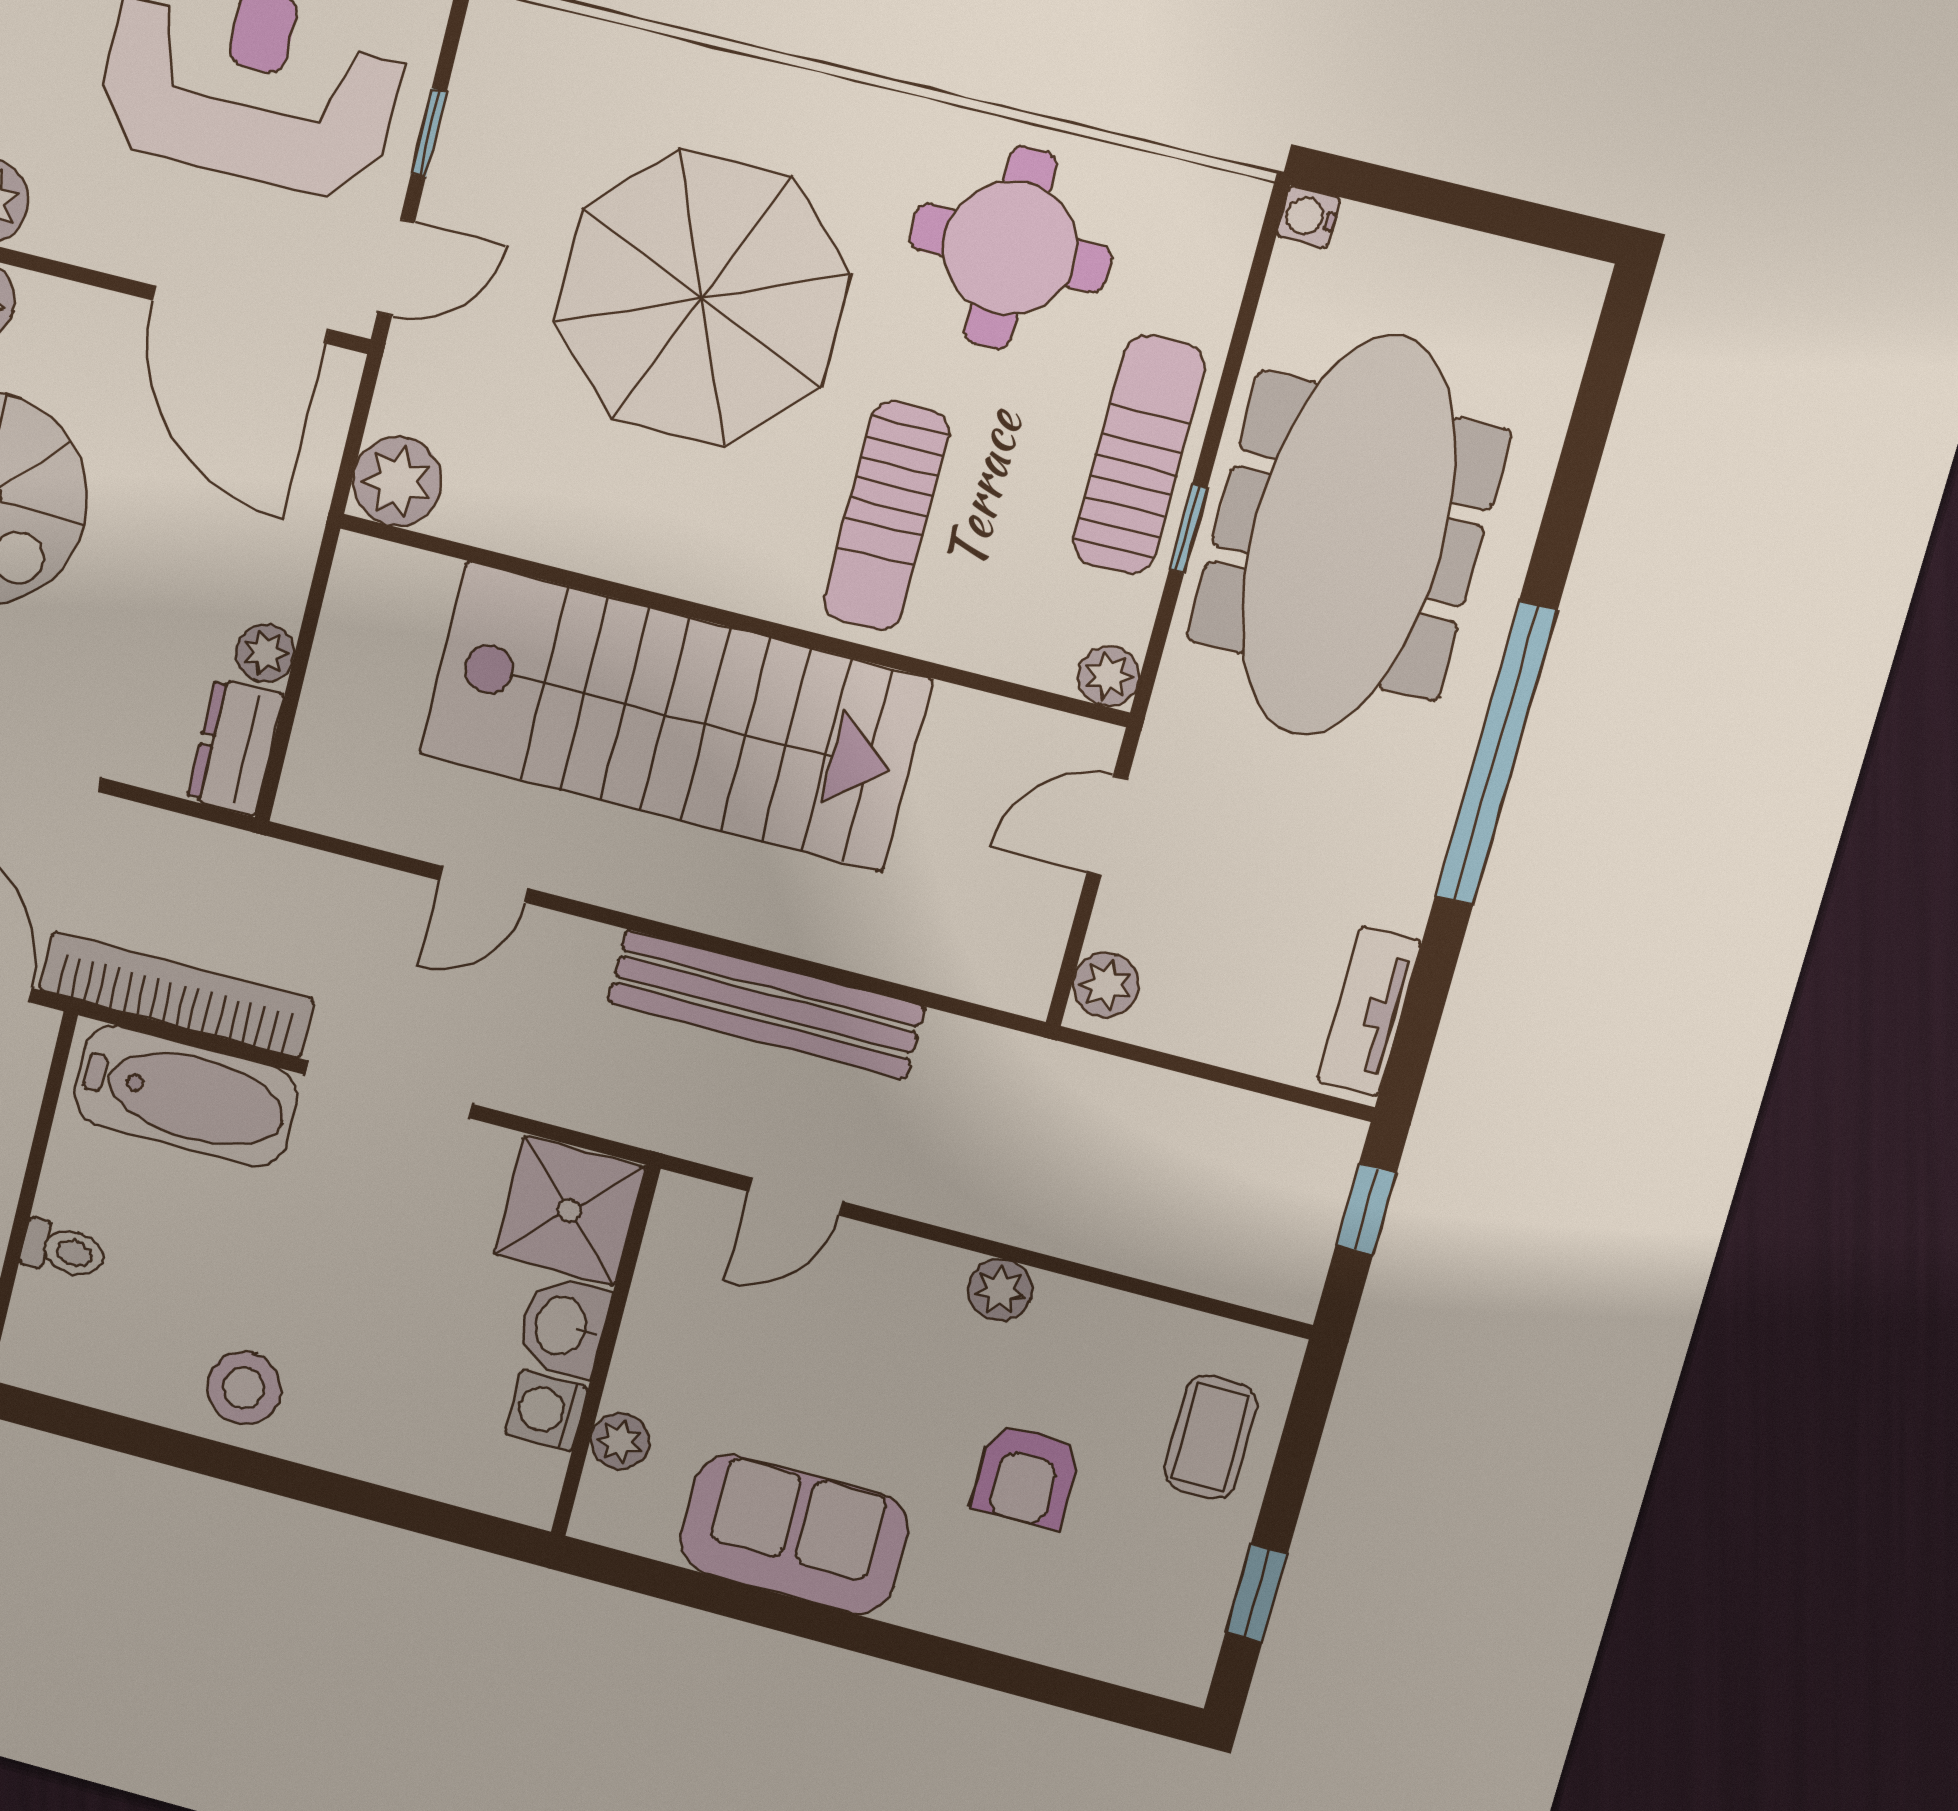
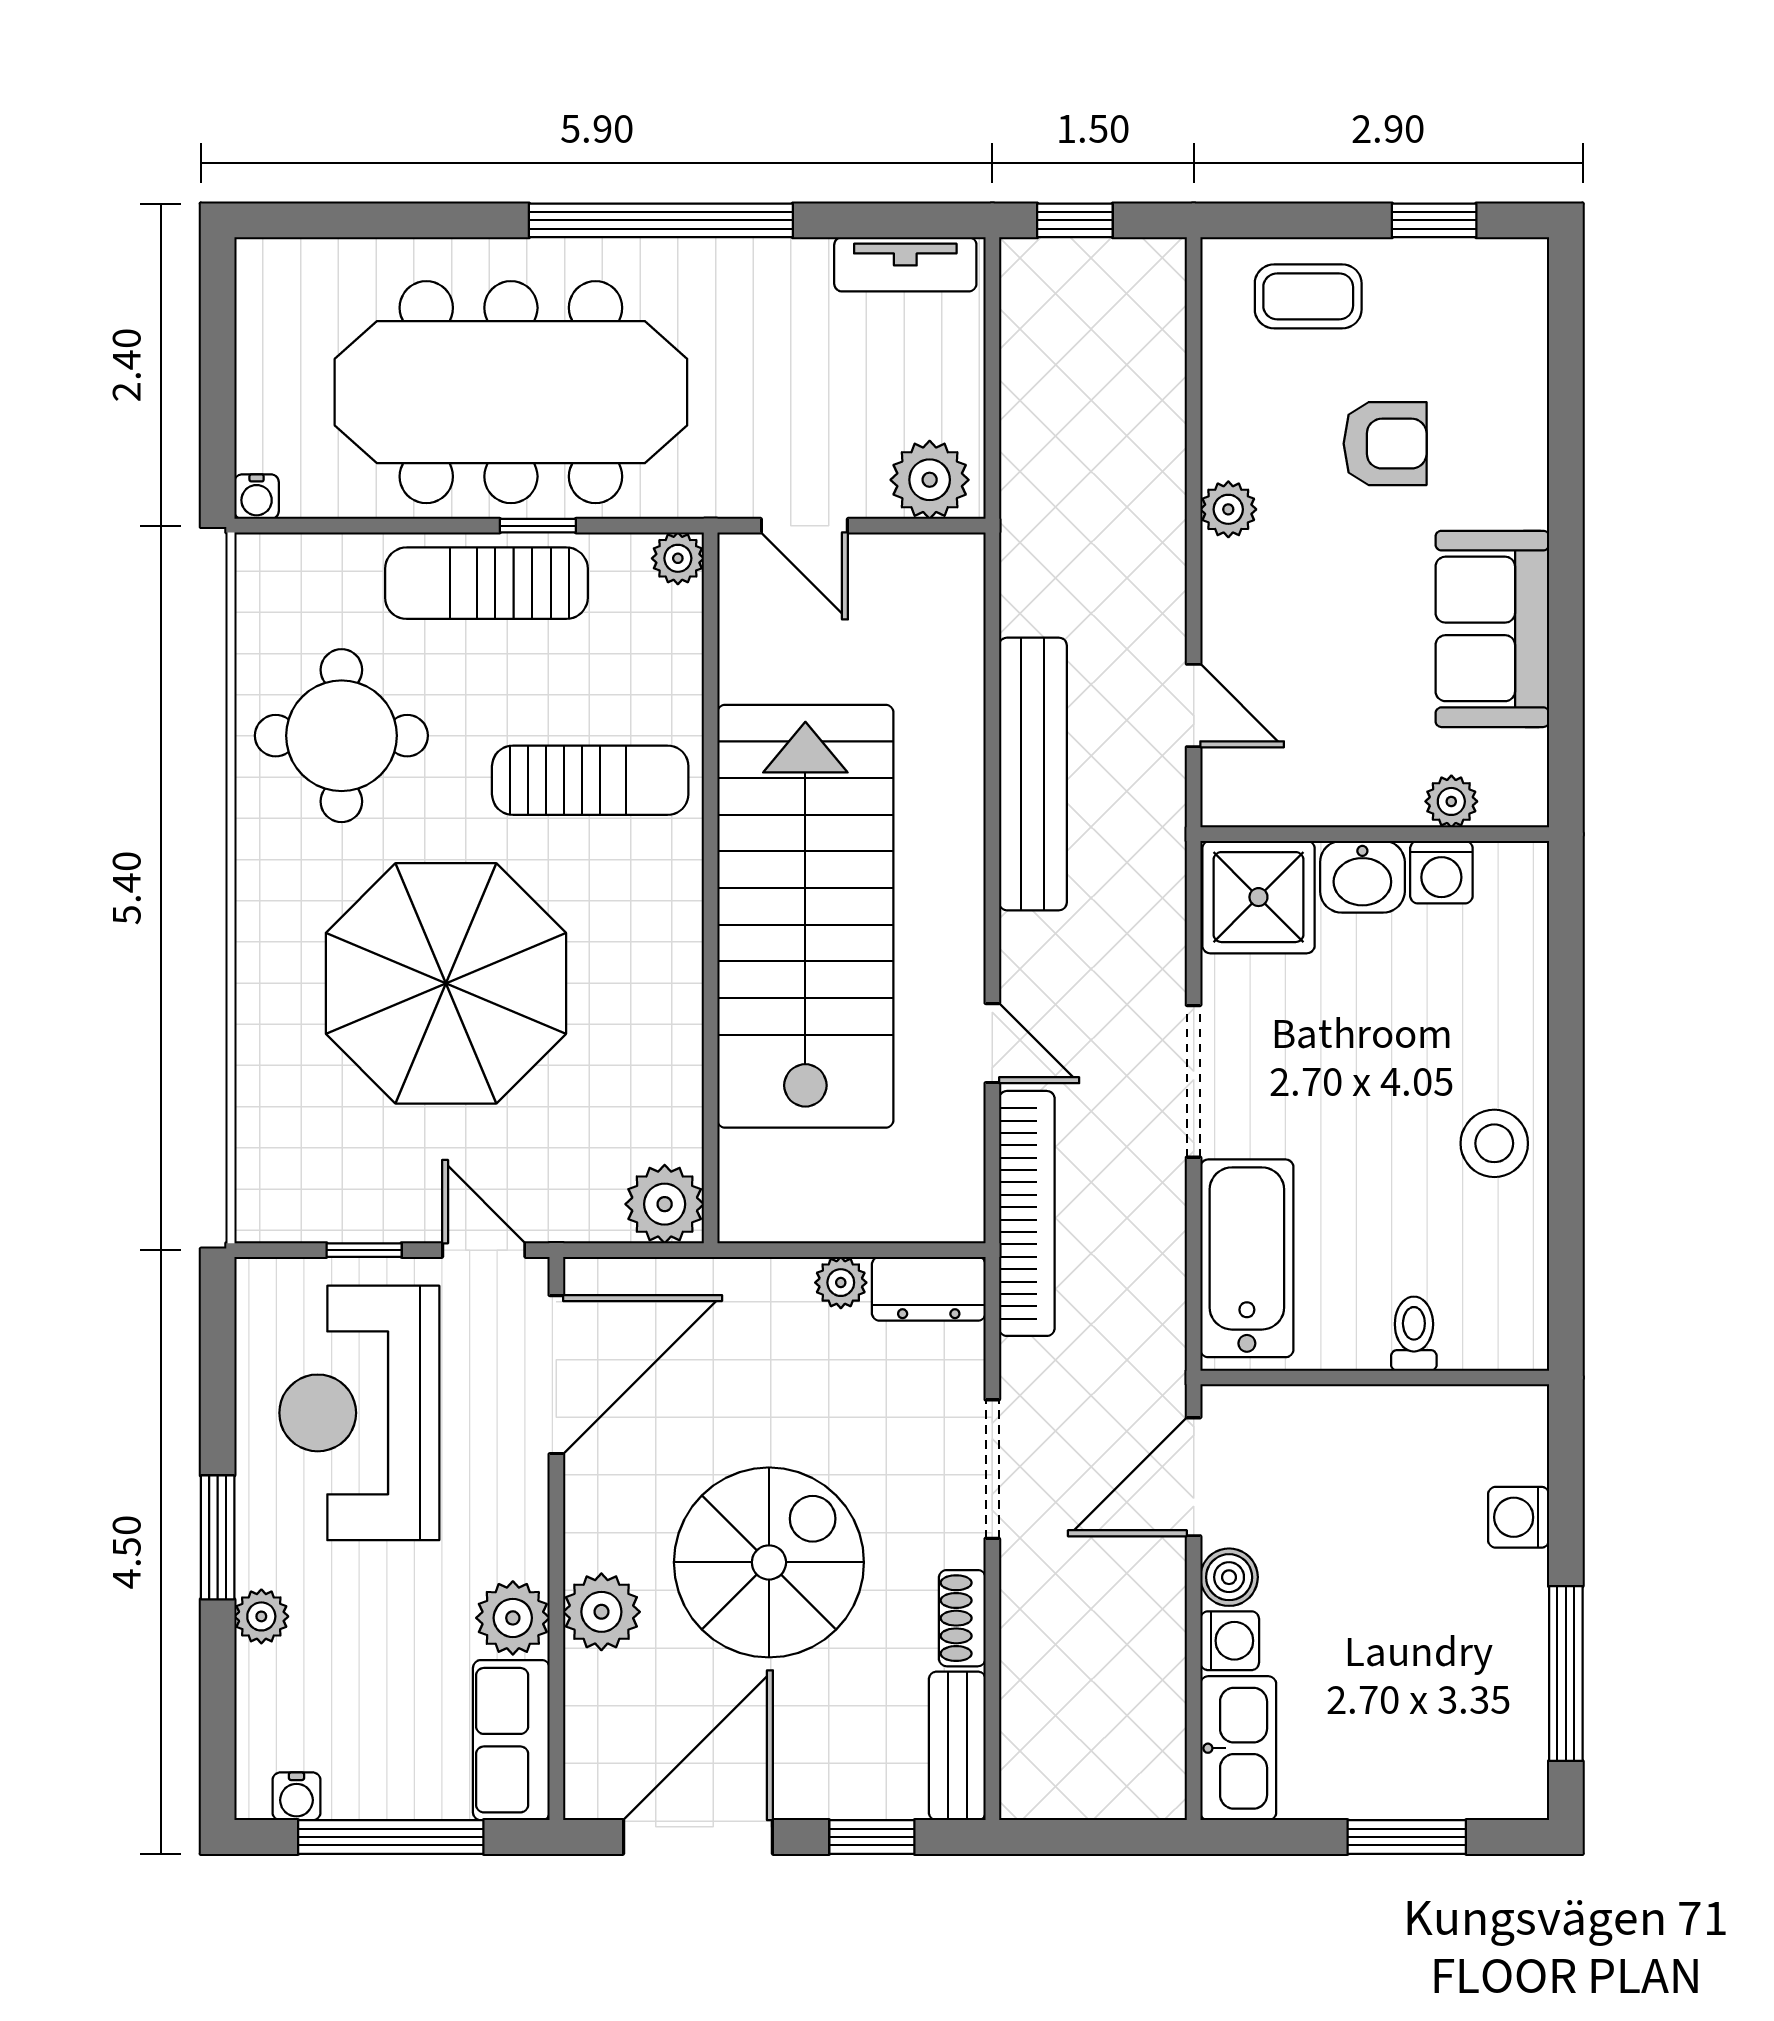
plant: (1106, 985) -> (930, 480), width x1.38, depth x1.38
bookcase: (176, 994) -> (1027, 1213), moved, turned 180

